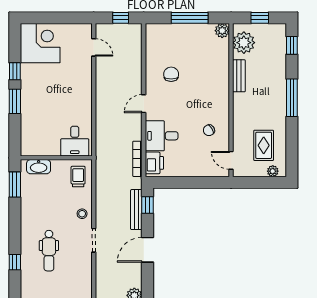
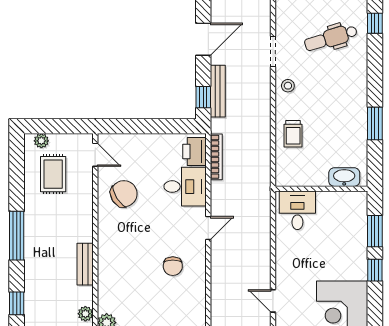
plant: (244, 43) -> (85, 314), width x0.53, depth x0.53
chair: (209, 130) -> (124, 194), width x1.87, depth x1.87
desk: (75, 141) -> (297, 210), moved
wall: (56, 158) -> (321, 189), moved
washbasin: (39, 167) -> (344, 177), moved
dental chair: (49, 251) -> (331, 38), turned -107

